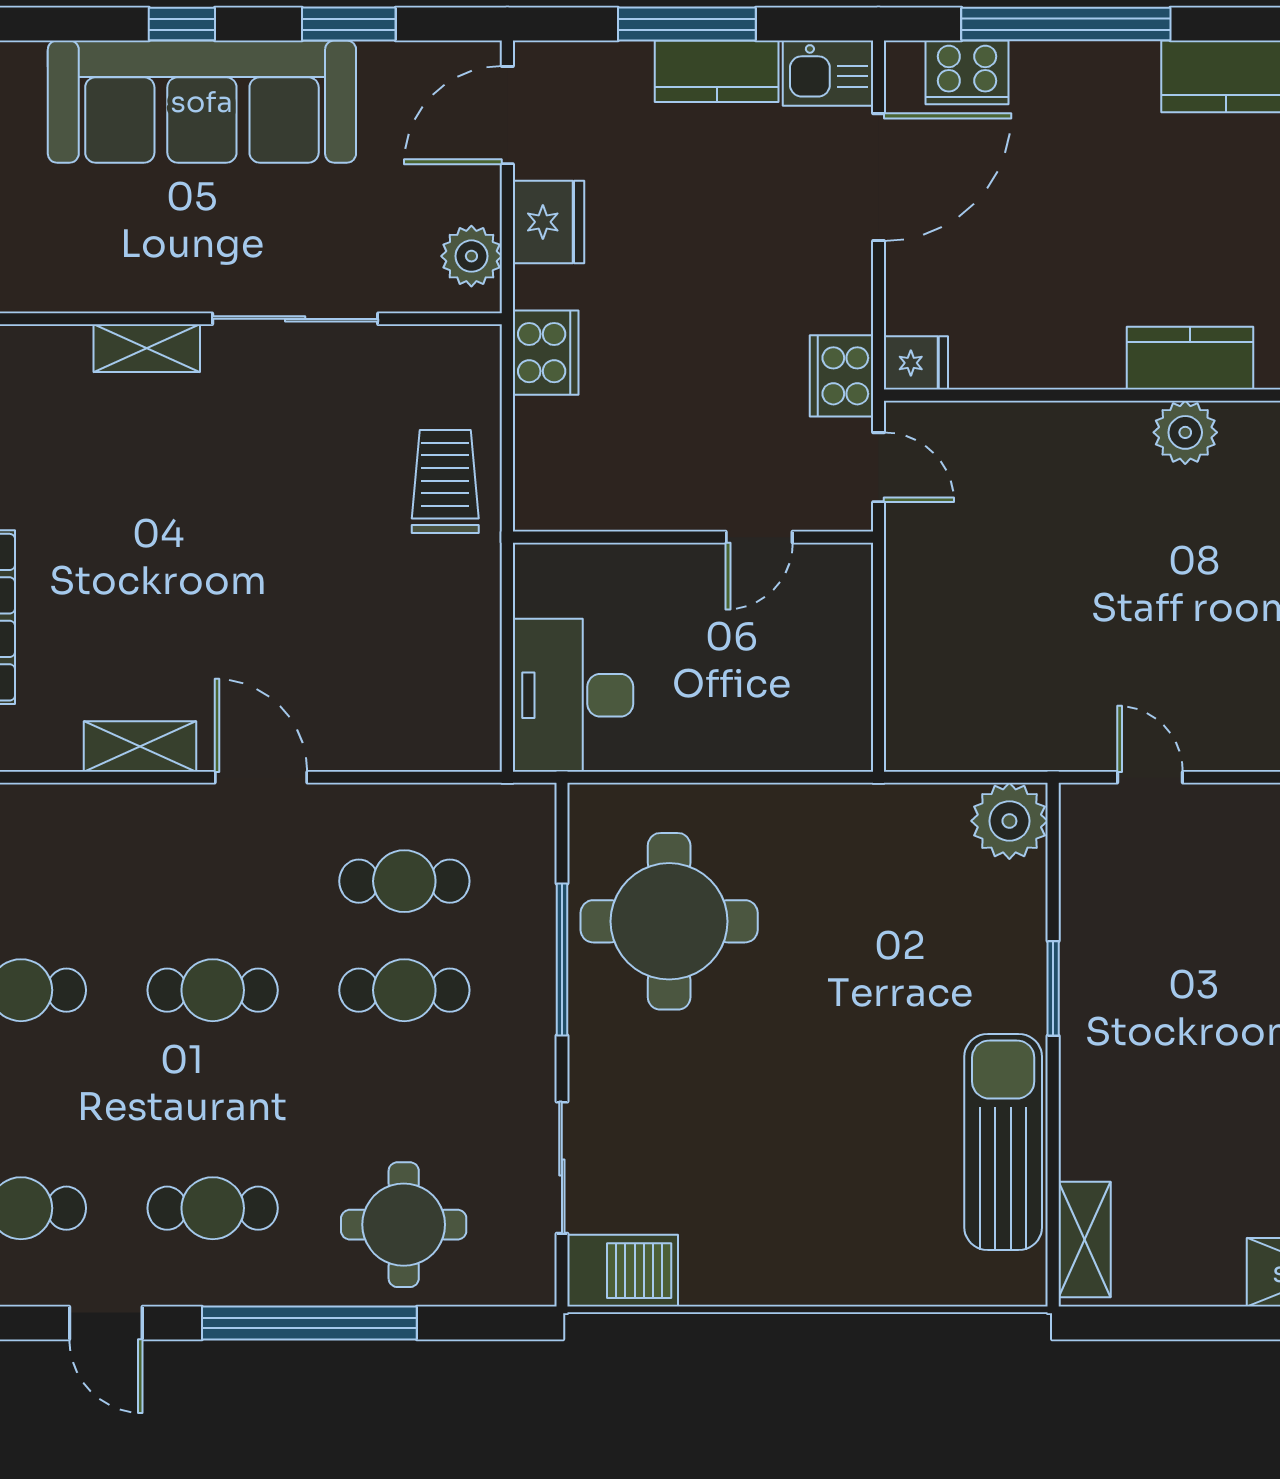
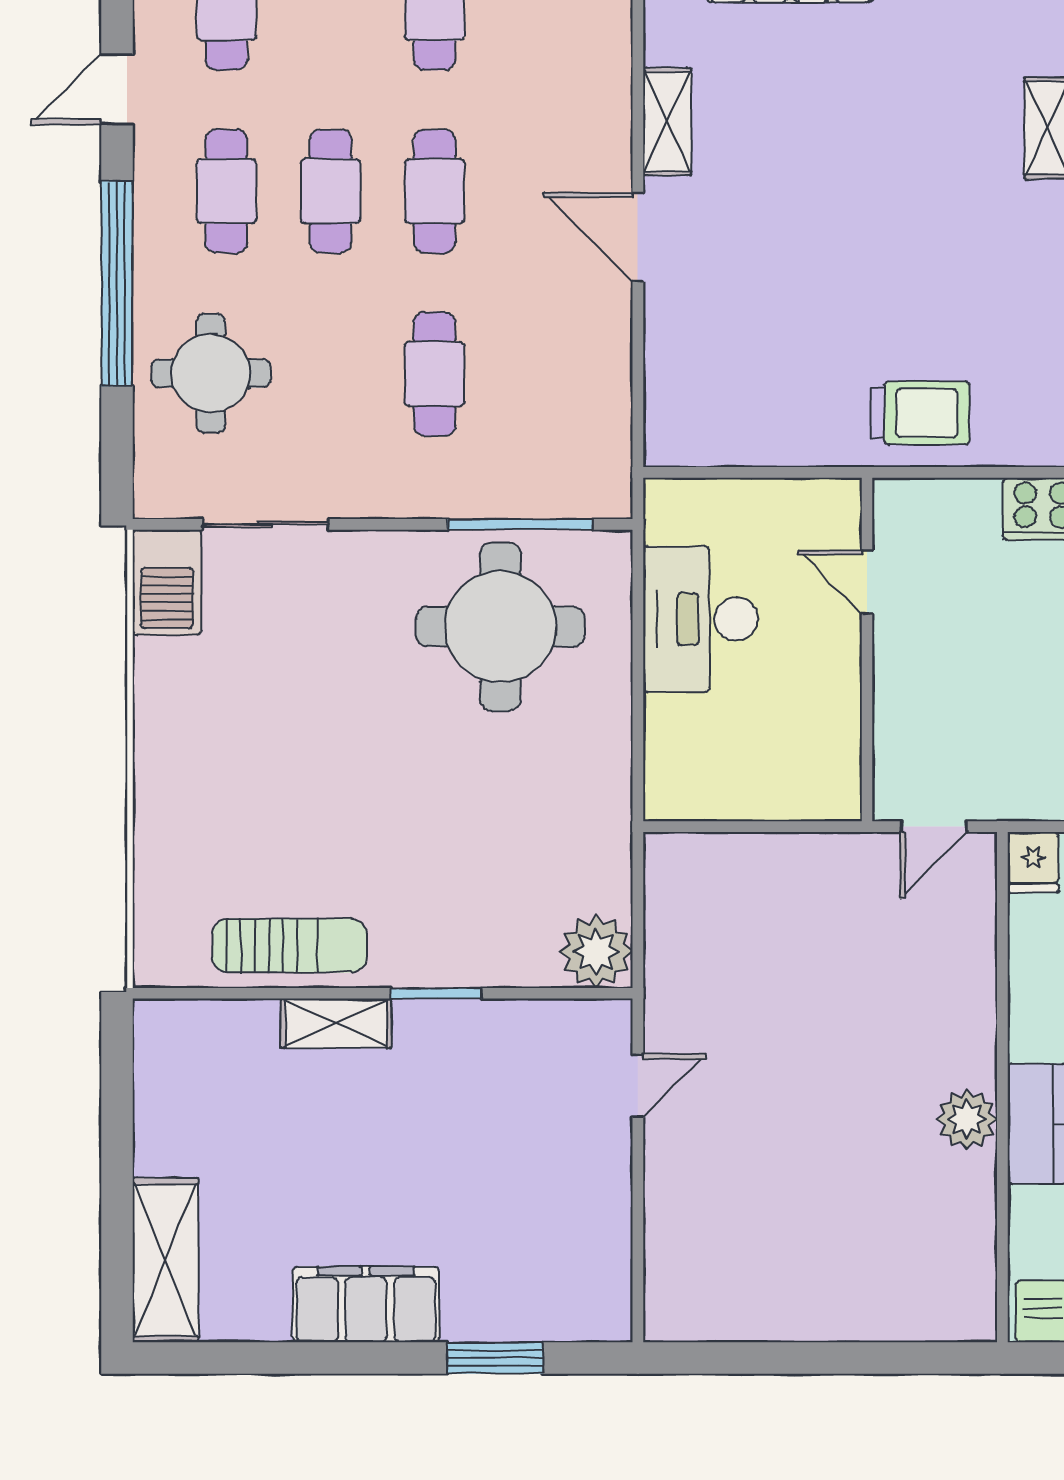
cooker: (842, 376) -> (1021, 791), removed
door: (759, 537) -> (867, 582), moved
desk: (573, 695) -> (700, 619), moved, turned -90
door: (261, 777) -> (638, 237), swing flipped
cafe table: (404, 881) -> (331, 191), moved
window: (562, 959) -> (520, 524), moved
sun lounger: (1003, 1142) -> (290, 946), width x0.73, depth x0.75
shelving: (1085, 1239) -> (336, 1023), moved

